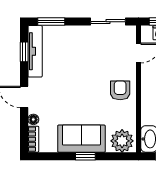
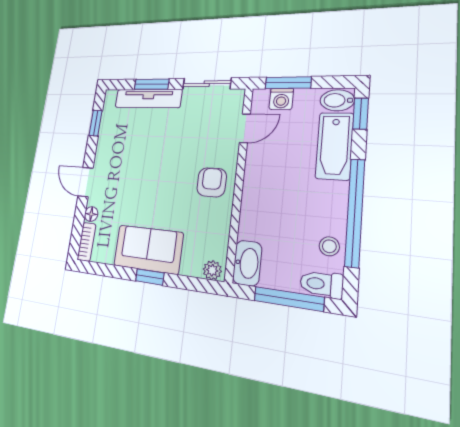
window: (51, 22) -> (152, 84), moved
tv unit: (35, 51) -> (148, 99), moved, turned 90
plant: (122, 141) -> (212, 270), width x0.53, depth x0.53

